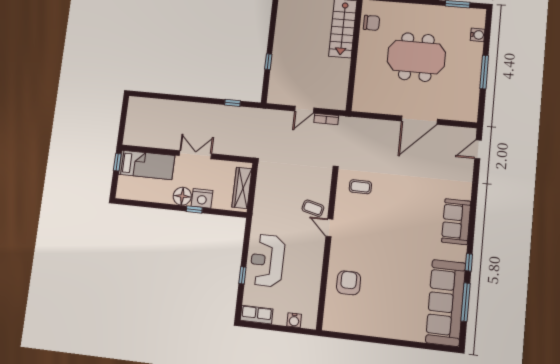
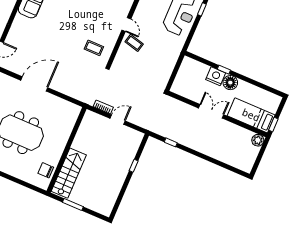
plant: (131, 138) -> (258, 140), added
double door: (195, 155) -> (211, 111), swing flipped
wardrobe: (242, 188) -> (183, 75), removed

